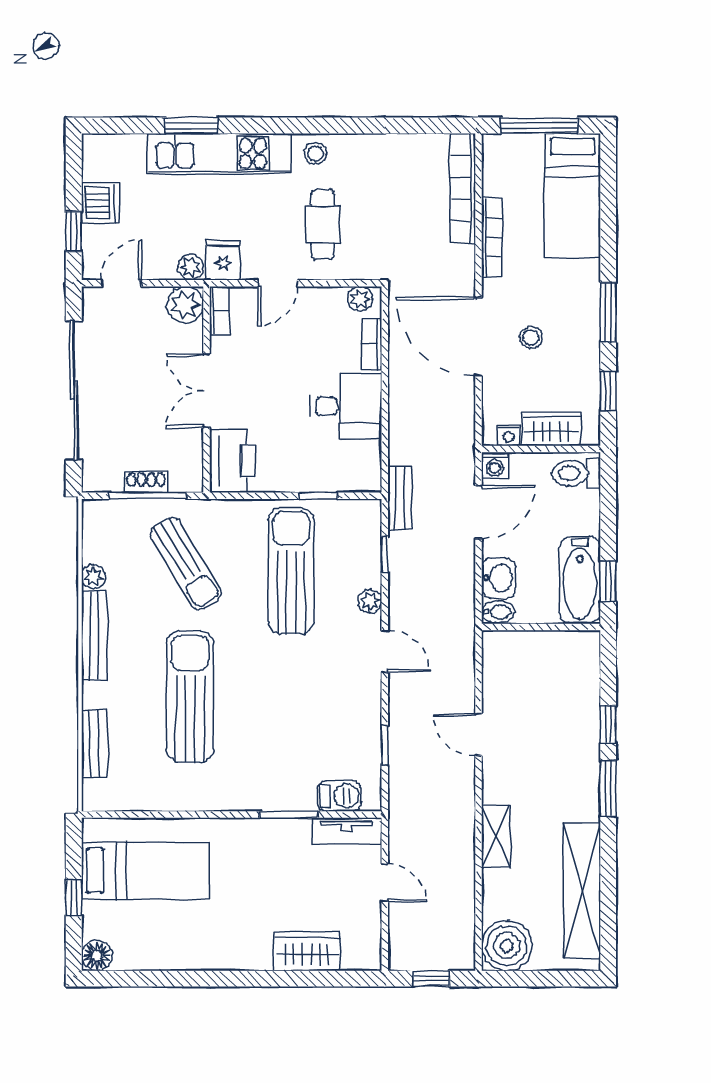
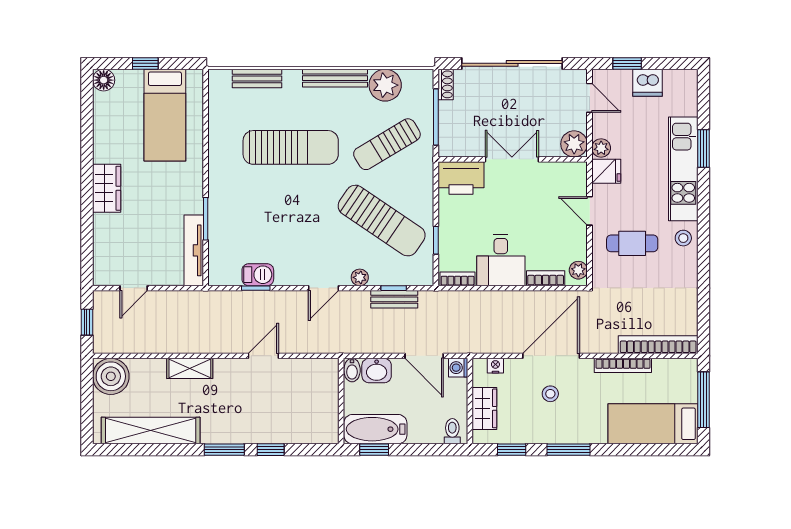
bookcase: (219, 310) -> (458, 279), moved, turned 180
nightstand: (508, 435) -> (495, 366), moved, turned 90
toilet: (576, 473) -> (452, 431), width x0.73, depth x0.72
shoe rack: (146, 482) -> (446, 84), moved
bench: (400, 498) -> (394, 299), moved
sun lounger: (291, 571) -> (382, 221), turned 34
plant: (93, 576) -> (385, 85), width x1.87, depth x1.87
barbecue: (339, 796) -> (258, 275), moved, turned -90
tv unit: (347, 831) -> (194, 250), width x1.41
door: (385, 883) -> (134, 288), moved
wardrobe: (307, 951) -> (107, 188), moved

